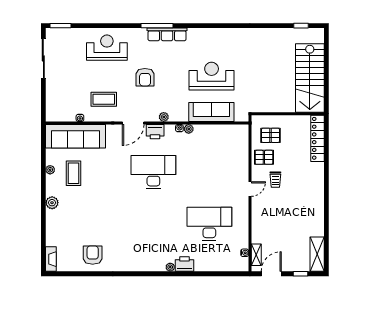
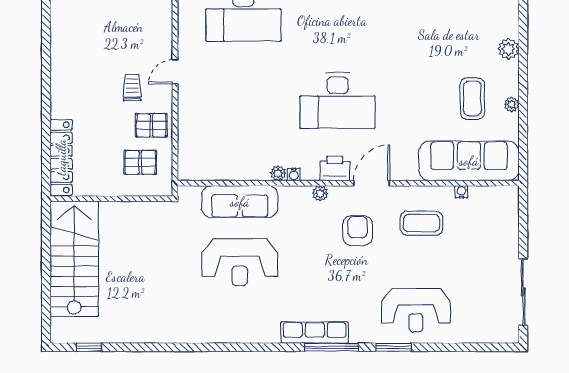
window: (61, 26) -> (393, 347), moved
armchair: (145, 77) -> (358, 231), moved

